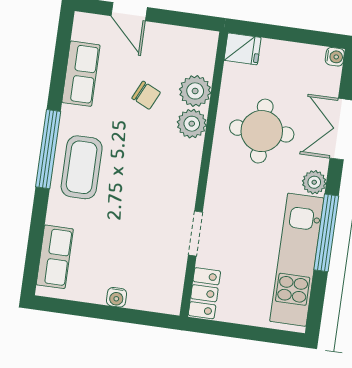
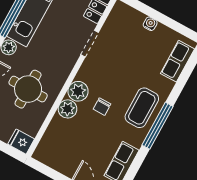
plant: (195, 91) -> (78, 91), moved
chair: (146, 95) -> (102, 107), moved, turned -115

